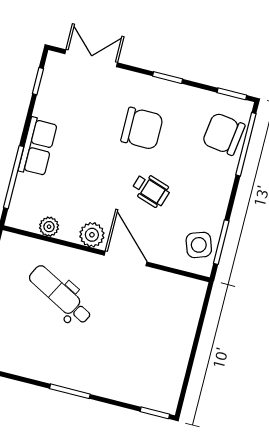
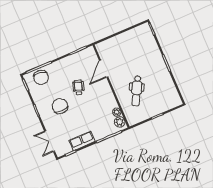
row of seats: (38, 147) -> (82, 141), moved
plant: (92, 235) -> (120, 122), moved
side table: (199, 245) -> (84, 57), removed
door: (126, 259) -> (104, 69), moved

